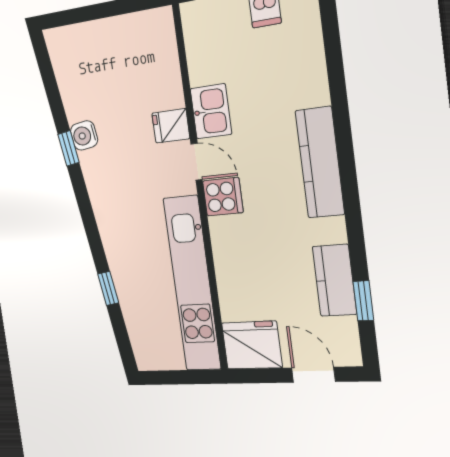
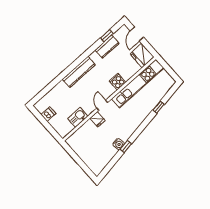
kitchen sink: (211, 111) -> (78, 117), moved
cooker: (223, 197) -> (118, 82), moved

